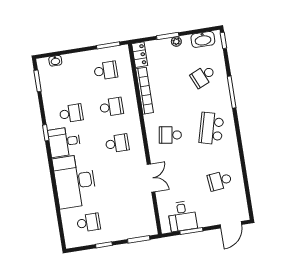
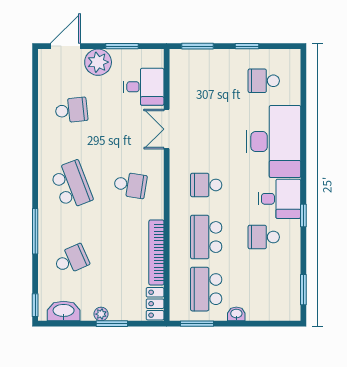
washbasin: (55, 61) -> (236, 314), moved
school desk: (106, 71) -> (206, 289), width x1.85
school desk: (111, 107) -> (206, 237), width x1.85
school desk: (211, 128) -> (71, 185), turned -36
desk: (182, 216) -> (144, 87), moved, turned 90
plant: (206, 217) -> (98, 62), added

